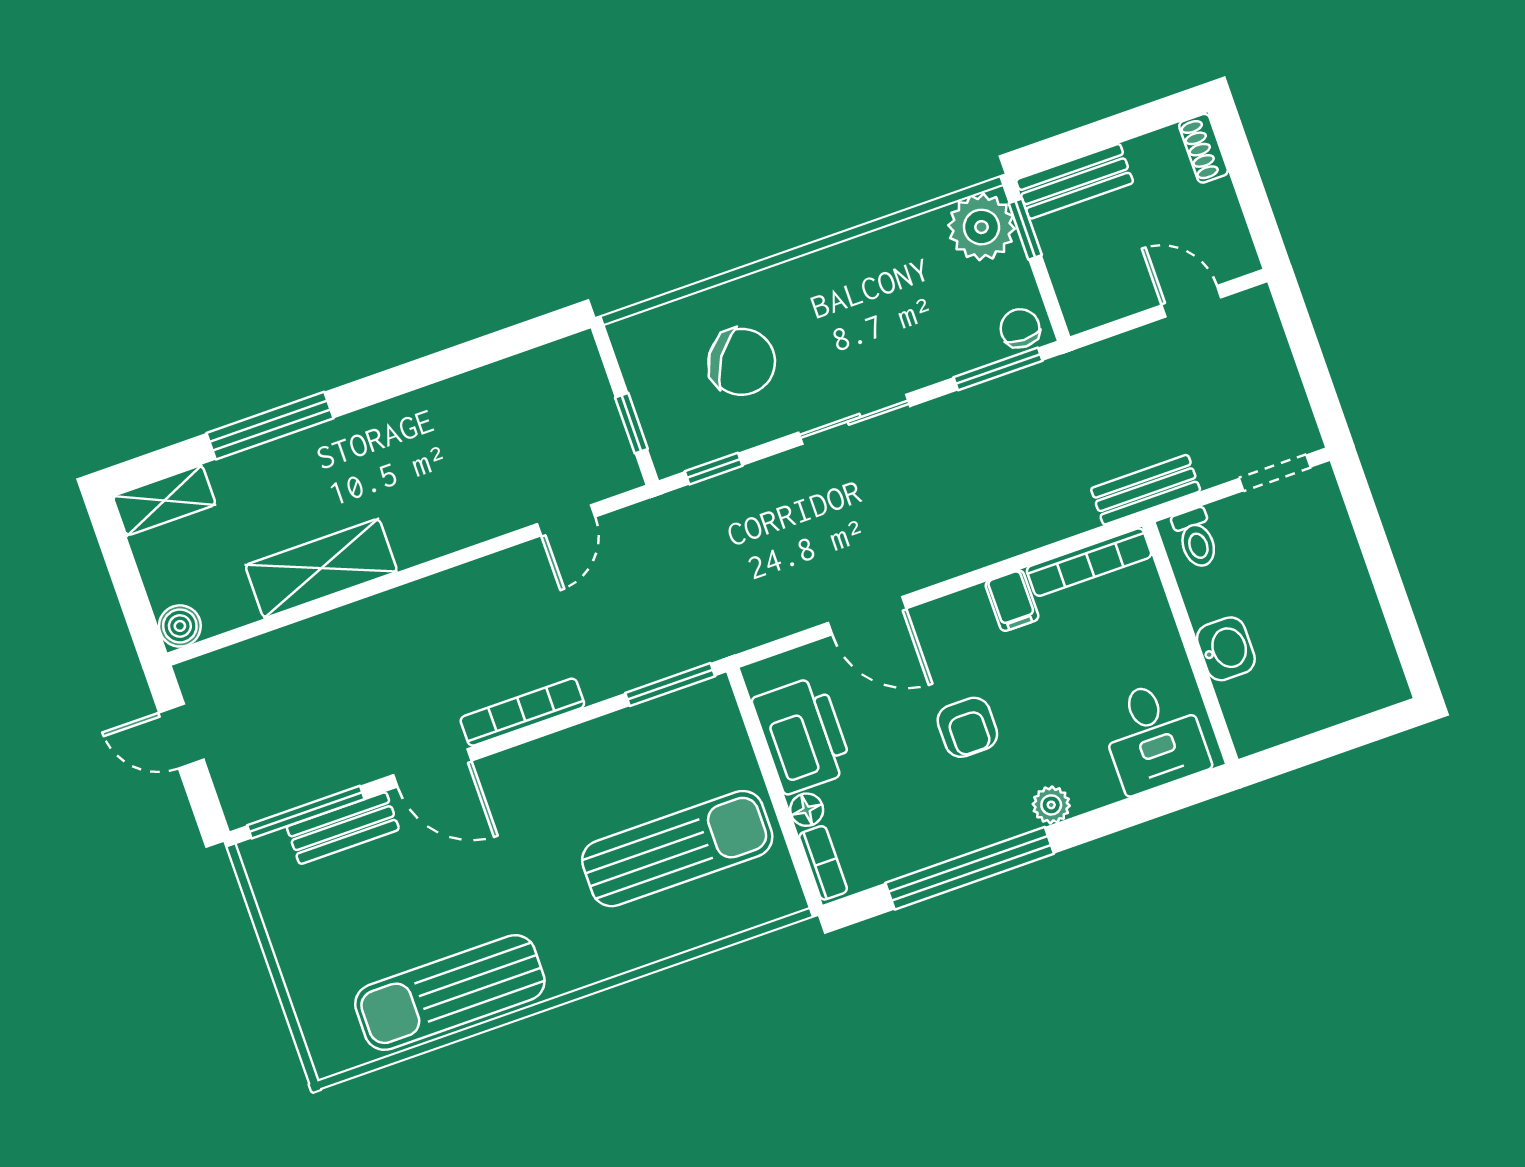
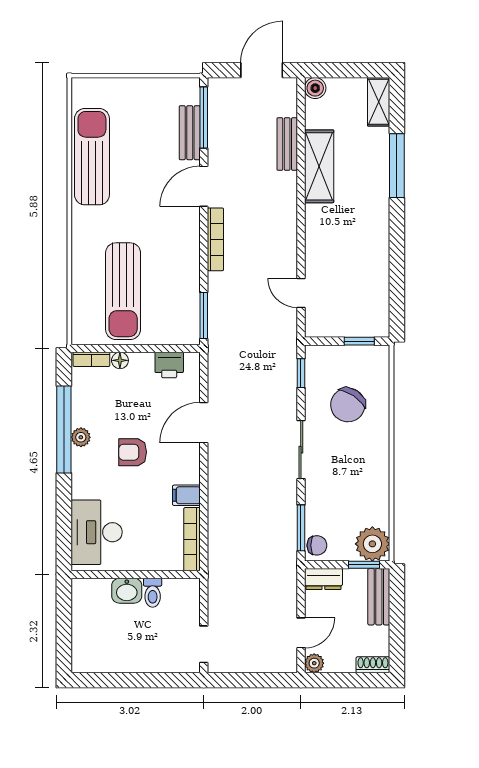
plant: (1239, 257) -> (314, 663), added
dresser: (1078, 295) -> (323, 579), added
window: (631, 423) -> (359, 341), moved
bench: (1146, 490) -> (287, 144), moved
toilet: (1196, 538) -> (153, 593), moved, turned -90
printer: (803, 735) -> (169, 365), width x0.53, depth x0.68
door: (181, 736) -> (262, 70), width x1.38
desk: (1154, 736) -> (97, 532), width x1.37
plant: (1051, 805) -> (81, 437), moved

